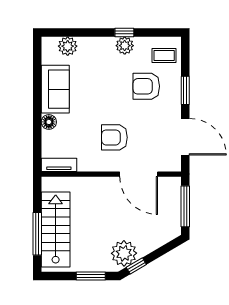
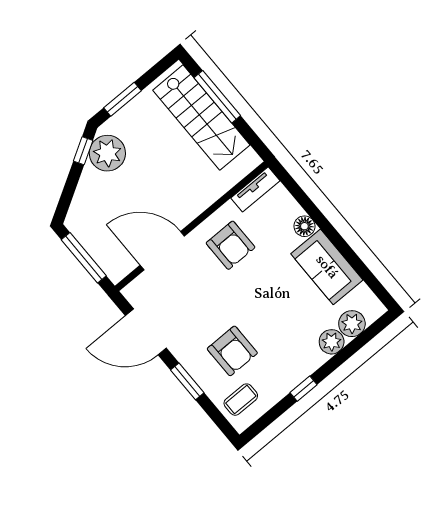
plant: (125, 46) -> (332, 342), moved
armchair: (146, 86) -> (232, 351), turned 90
armchair: (114, 137) -> (231, 245), moved, turned 90

